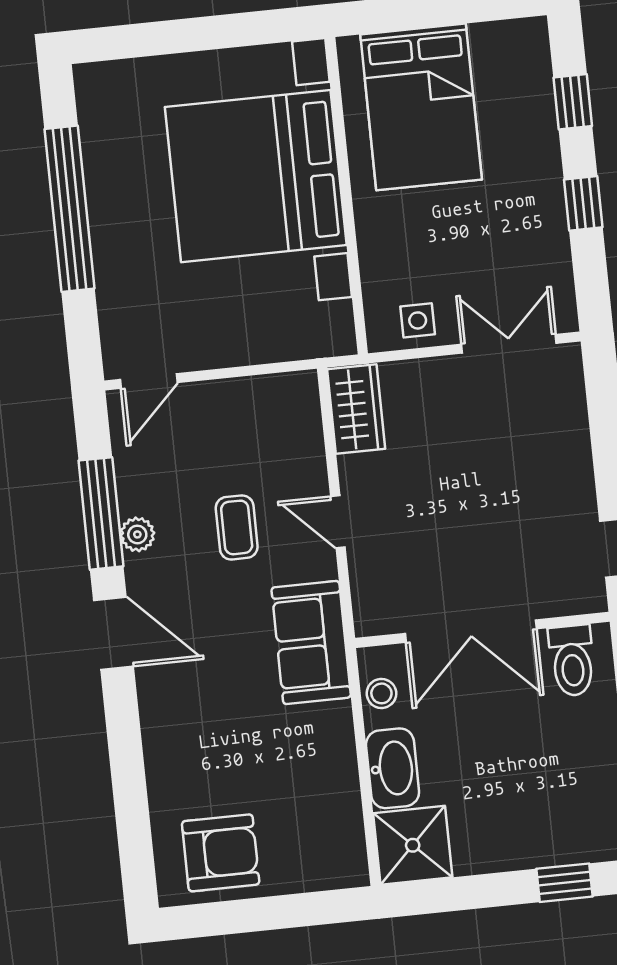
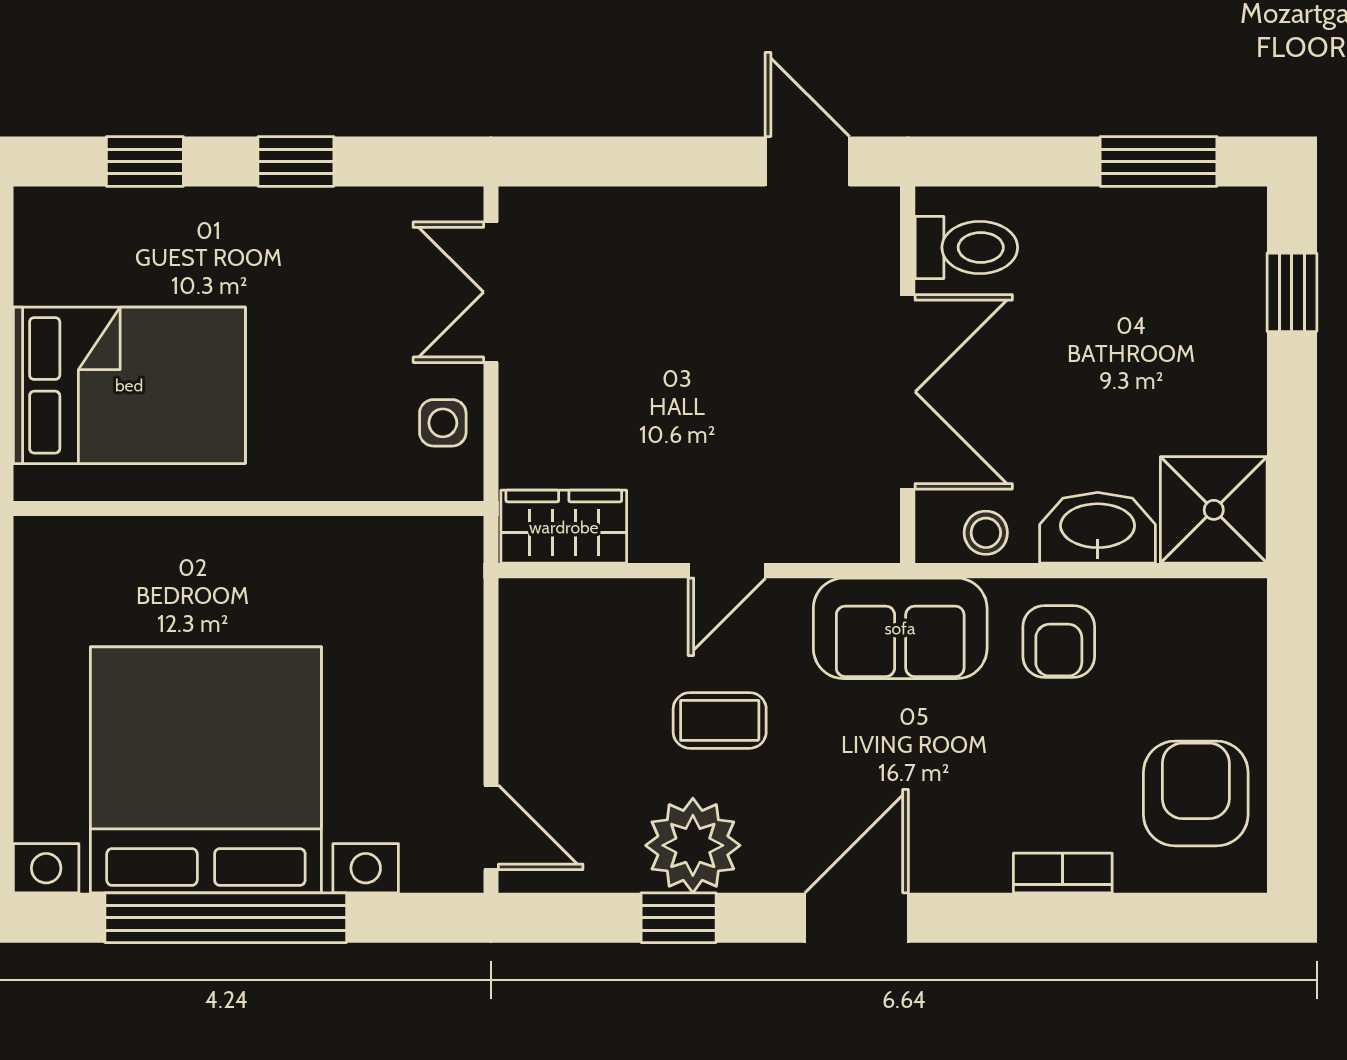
bed with nightstands: (256, 176) -> (206, 770), moved, turned 180
window: (101, 513) -> (679, 918), width x0.46
plant: (137, 534) -> (693, 845), width x1.88, depth x1.88
armchair: (313, 750) -> (1059, 641), added
bookcase: (158, 769) -> (1063, 873), added

